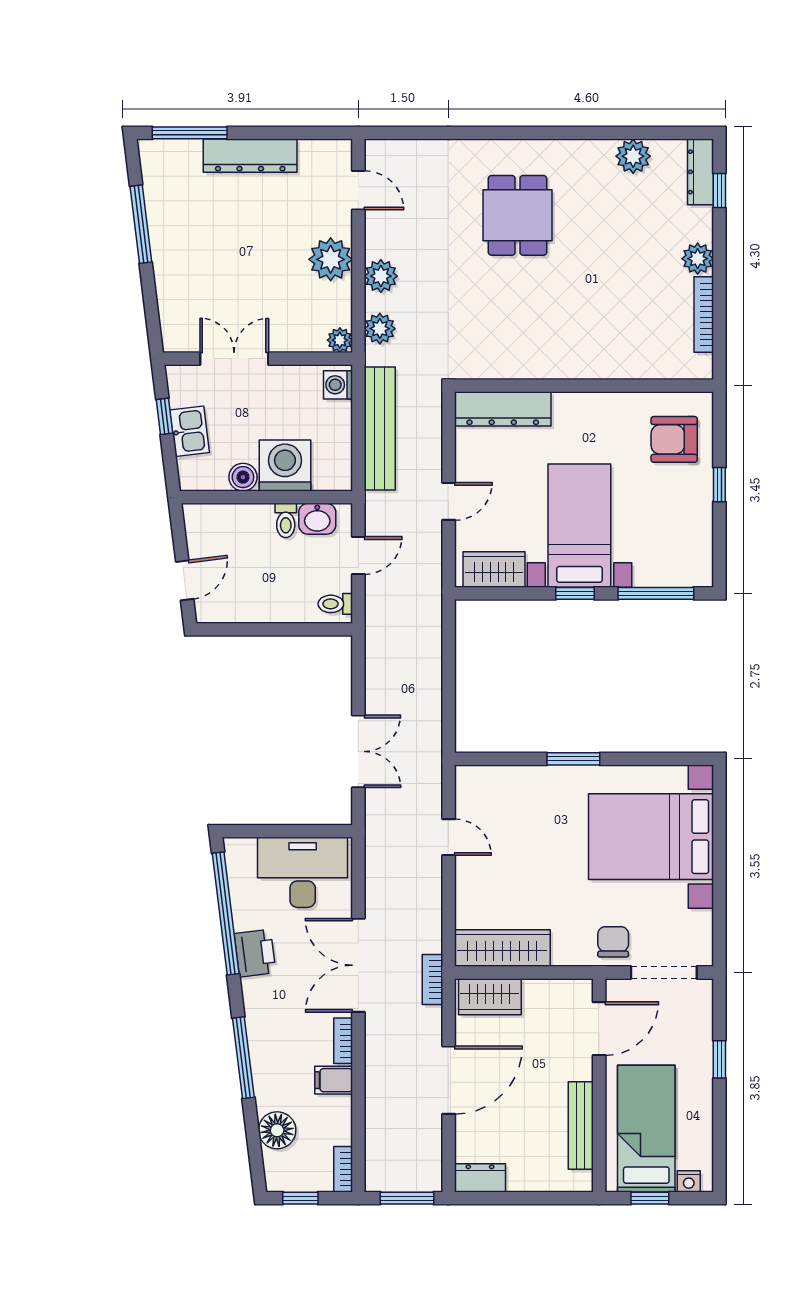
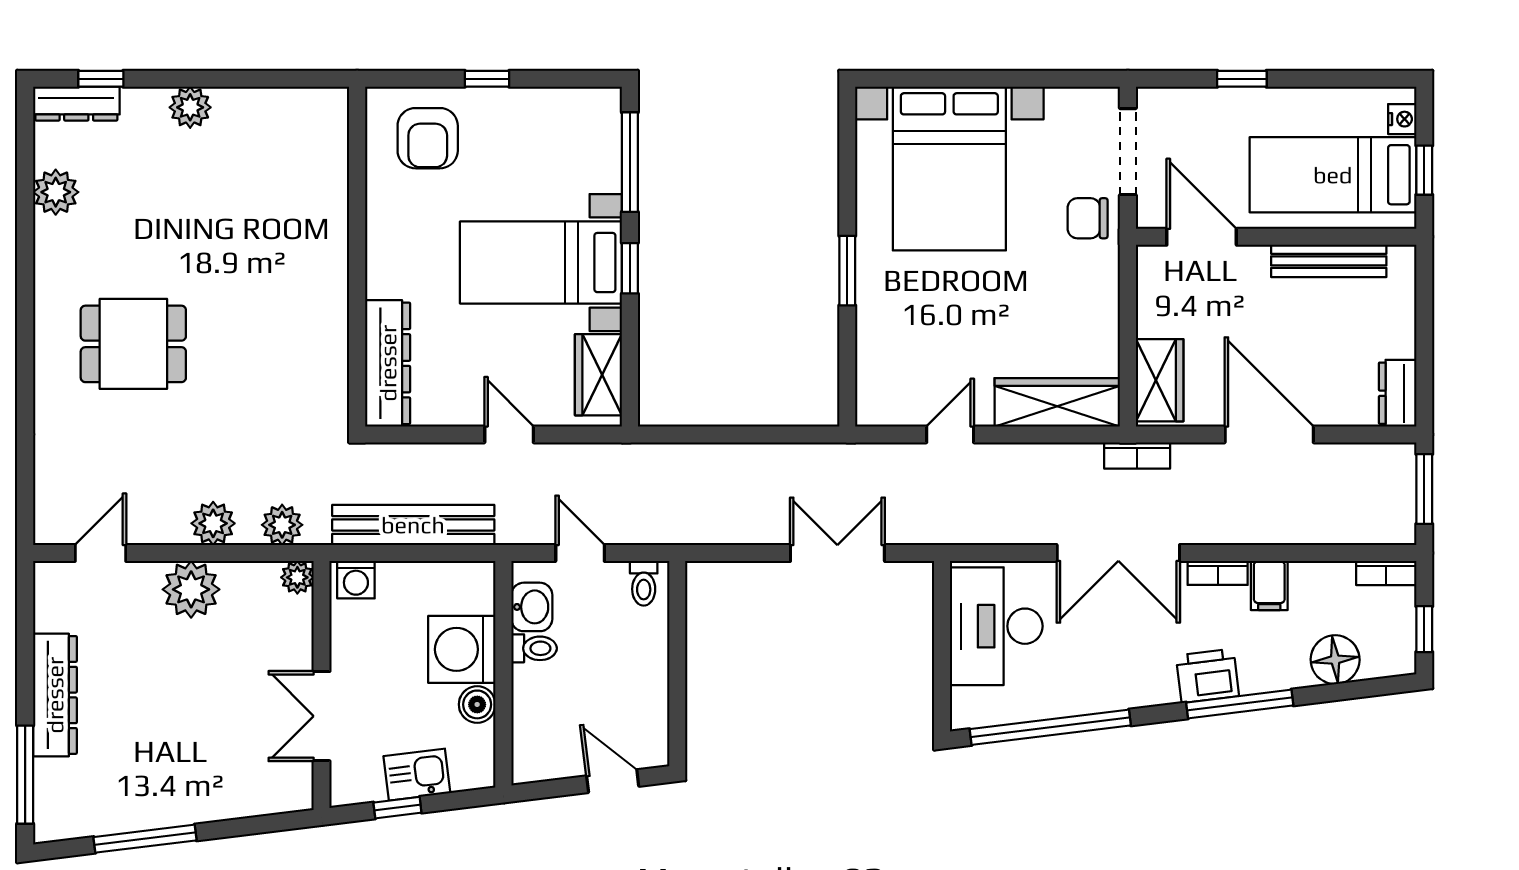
bookcase: (704, 315) -> (264, 99), removed
wardrobe: (502, 948) -> (1057, 402), moved, turned 90
printer: (255, 953) -> (1207, 676), moved

